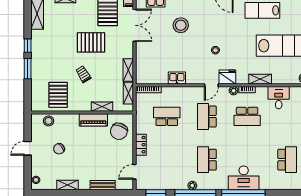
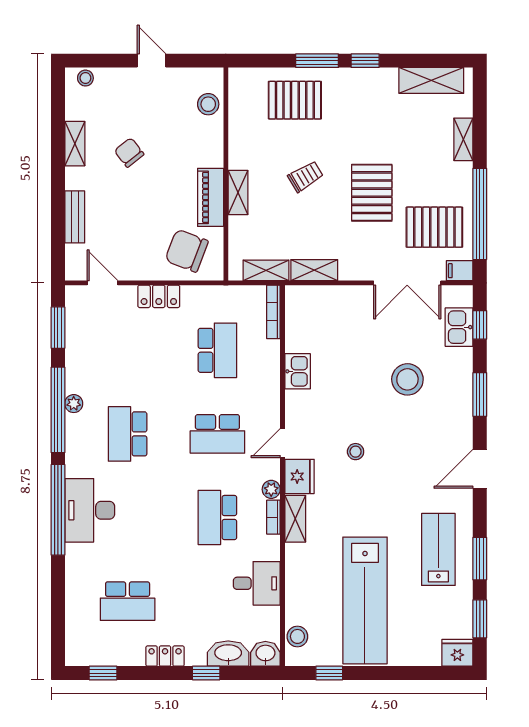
shelving: (260, 79) -> (295, 519), moved
door: (211, 85) -> (282, 443), hinge flipped
pallet: (58, 95) -> (295, 100), moved
shelving: (102, 107) -> (238, 192), moved
school desk: (207, 116) -> (217, 434), turned 180
chair: (59, 149) -> (129, 153), moved
school desk: (207, 160) -> (128, 434), turned -90

